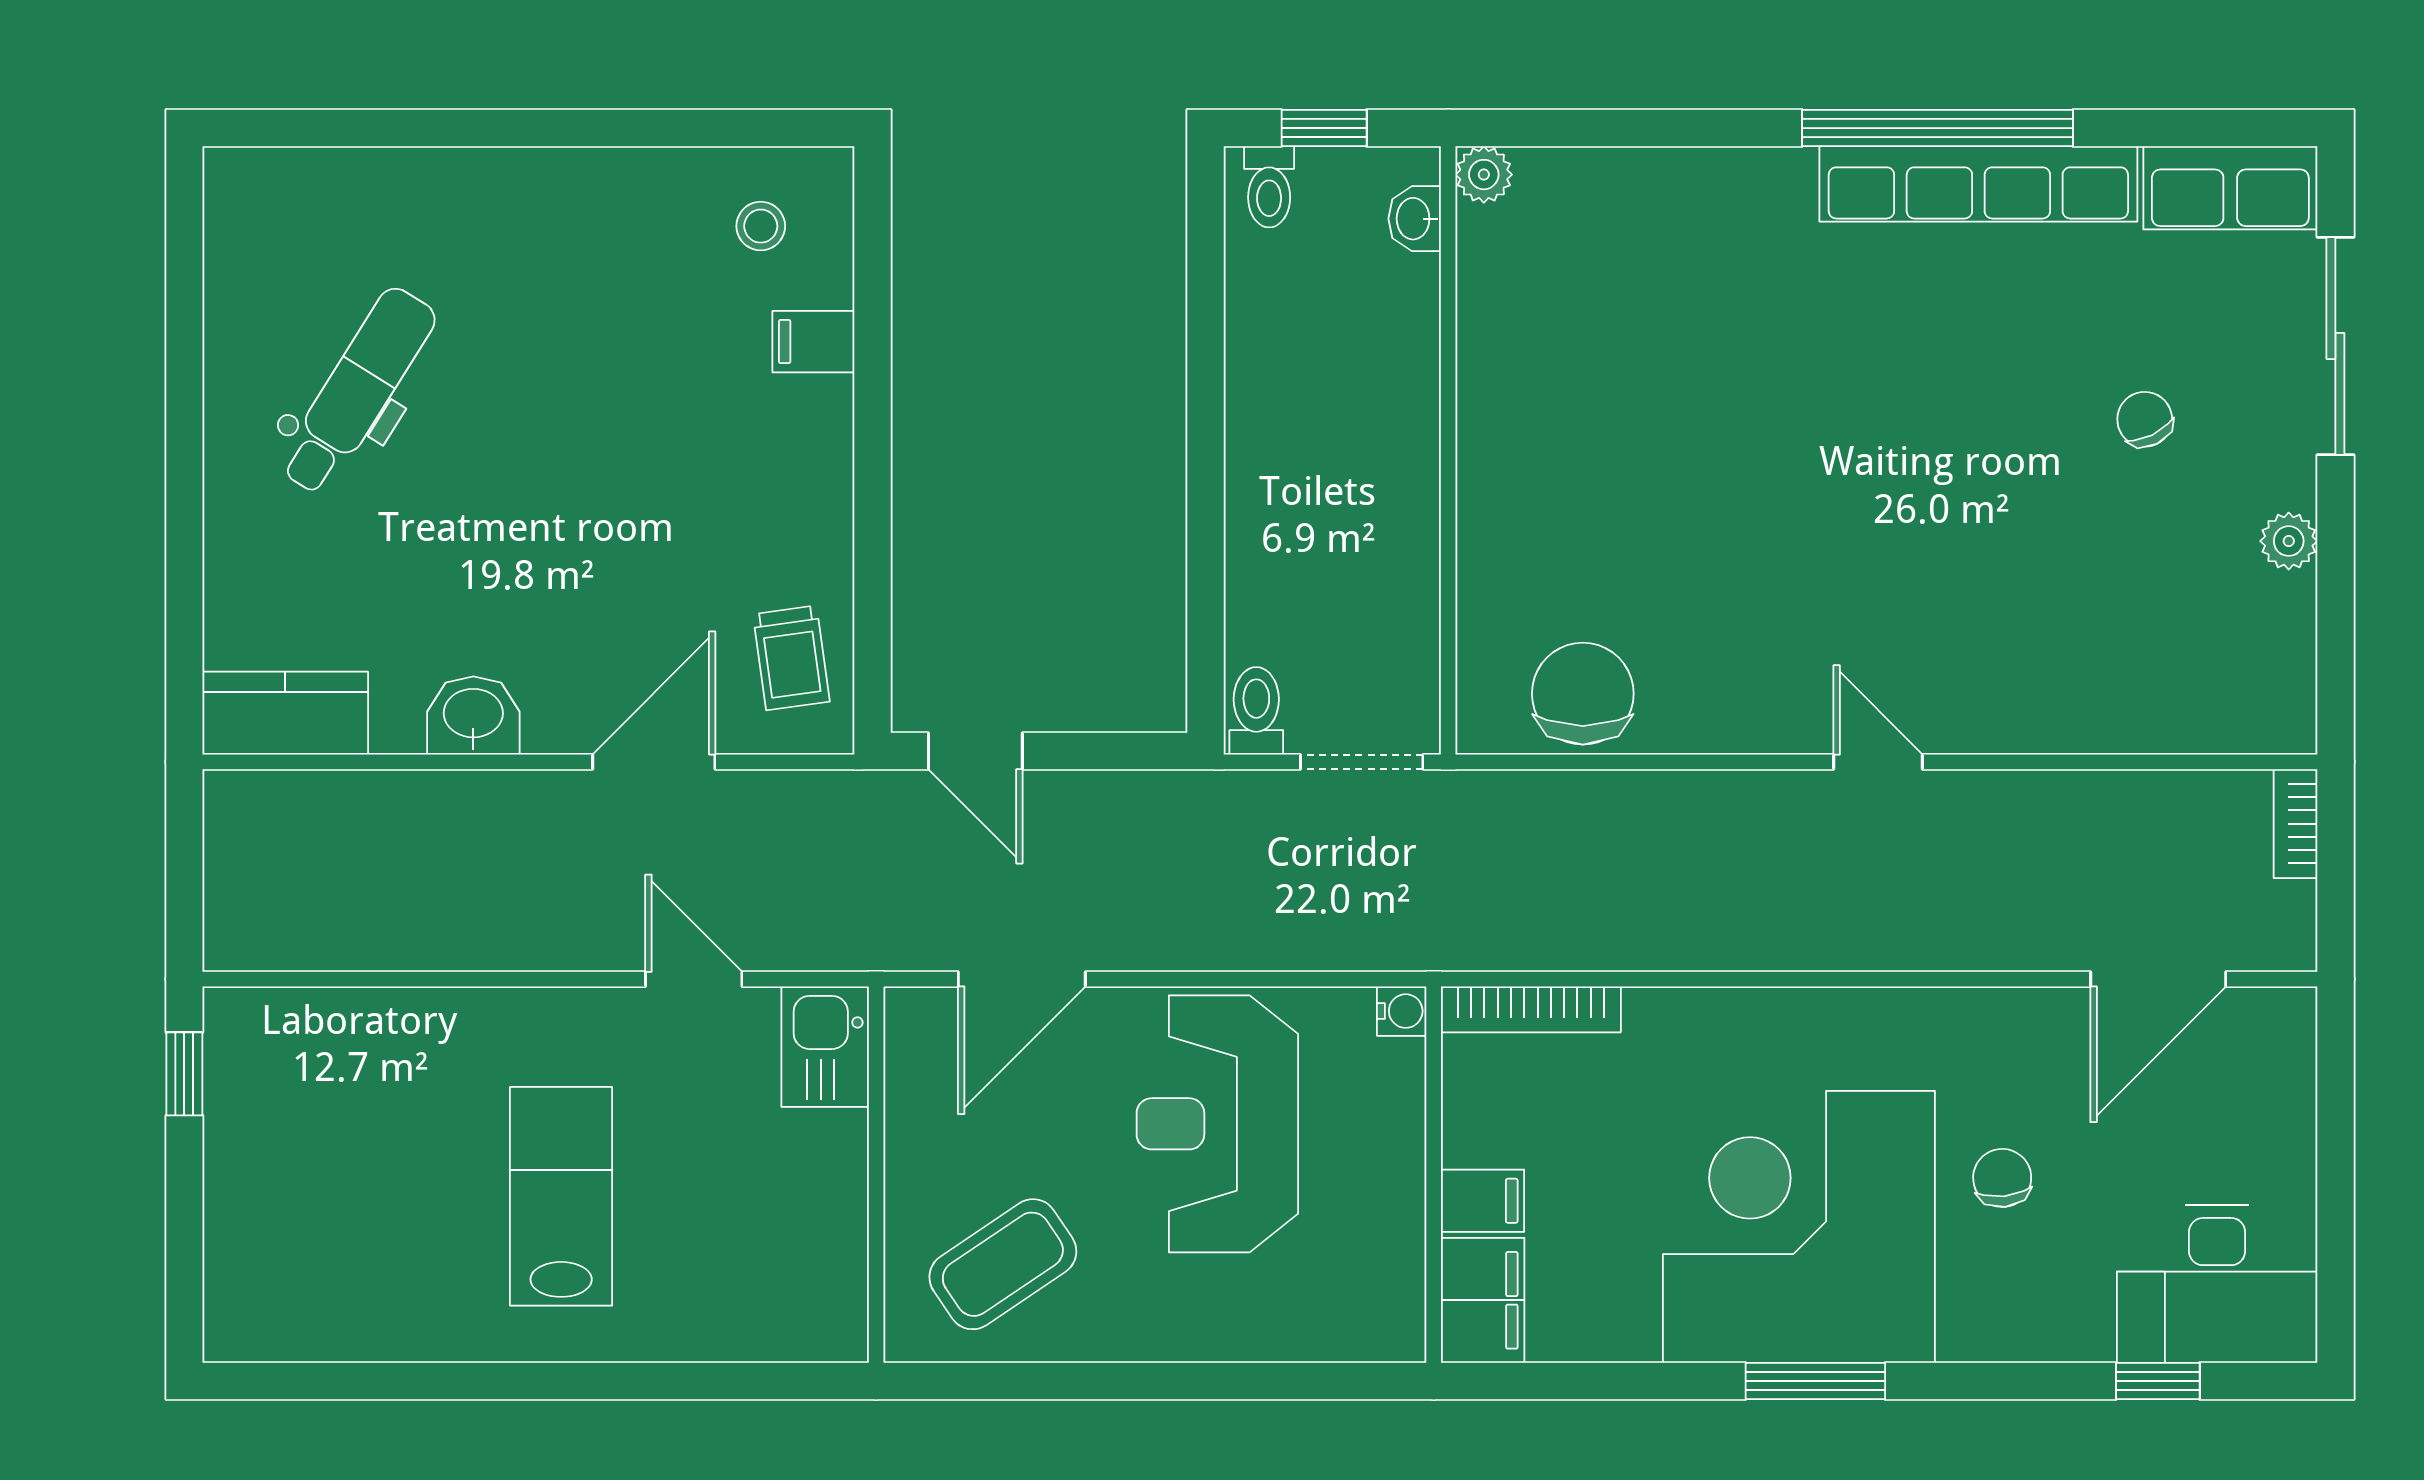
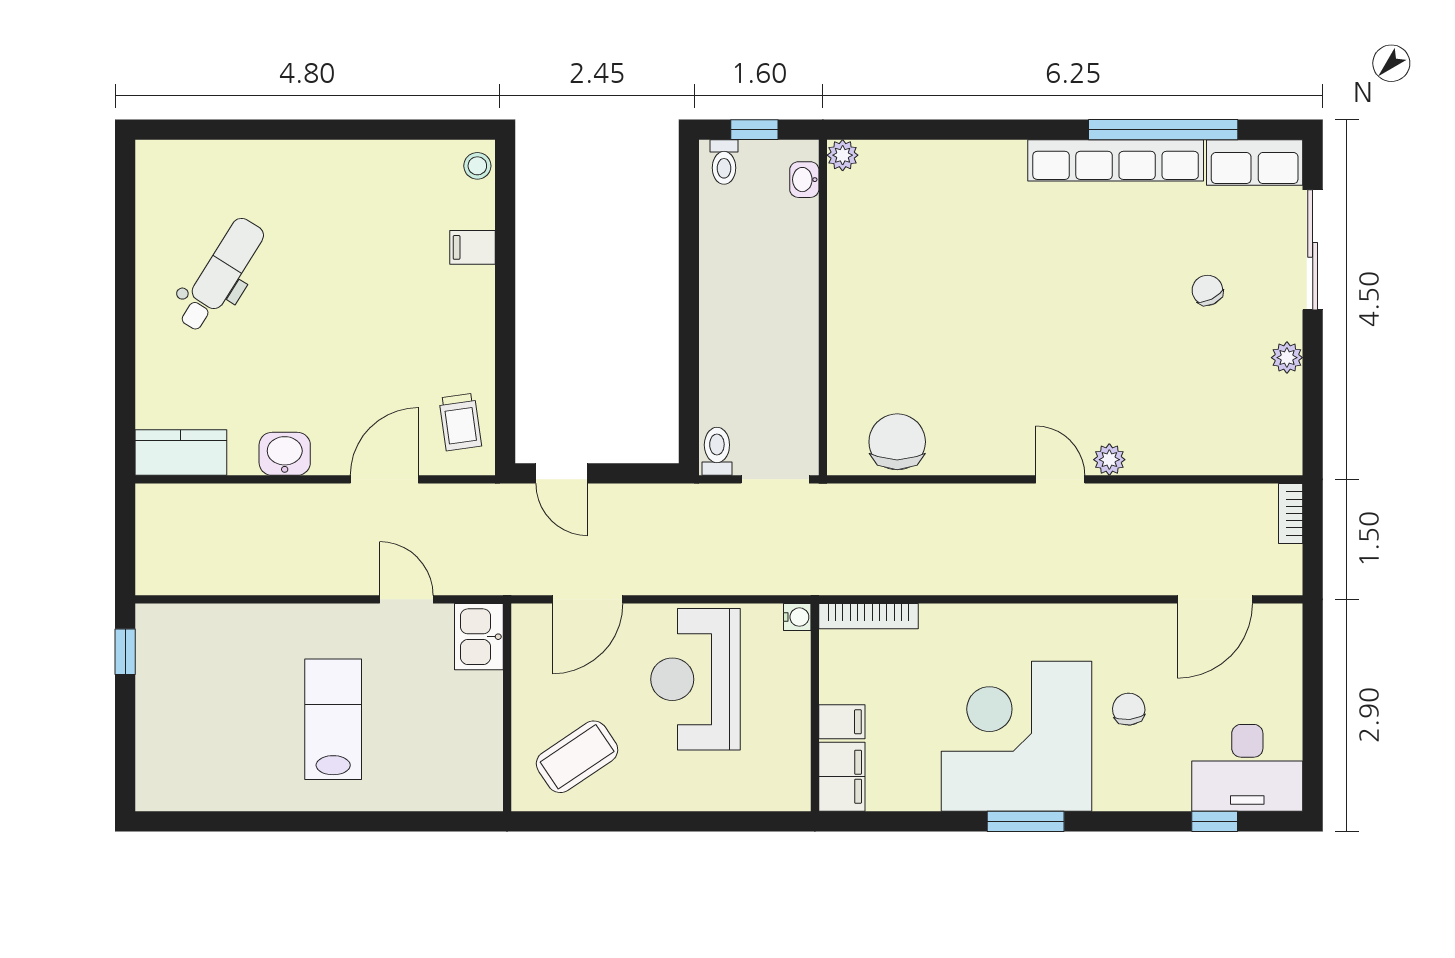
window: (1938, 128) -> (1163, 130), moved
stool: (761, 226) -> (477, 166), moved
plant: (1967, 726) -> (1109, 460), added

